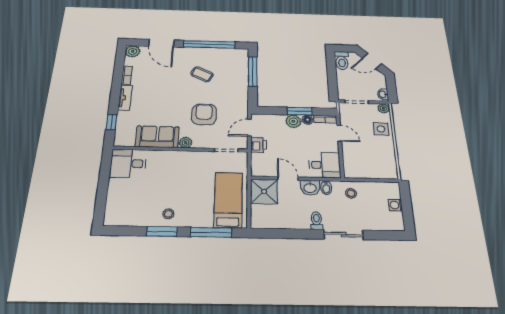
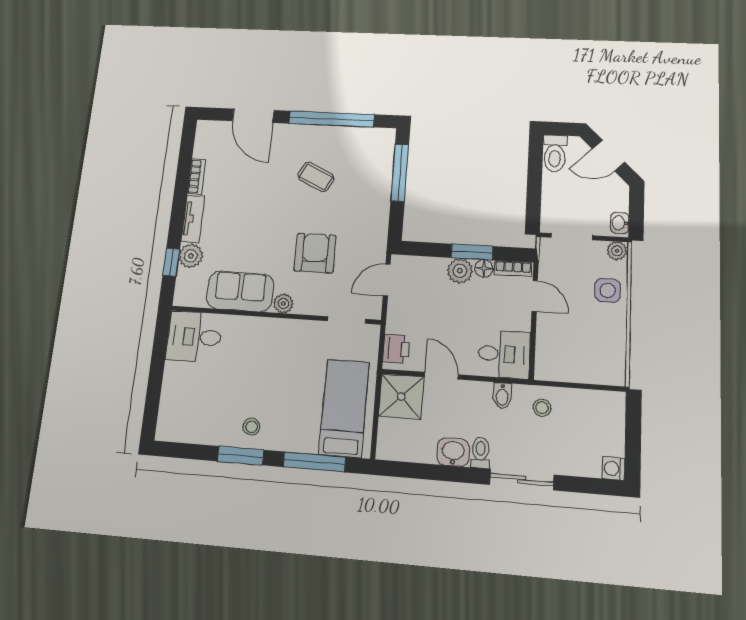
plant: (133, 51) -> (191, 256), moved
printer: (259, 145) -> (396, 349), moved
washbasin: (310, 188) -> (453, 452), moved, turned 180
washing machine: (395, 205) -> (613, 468), moved

